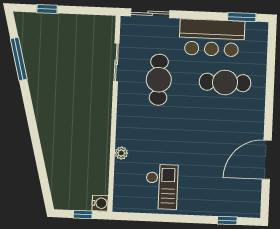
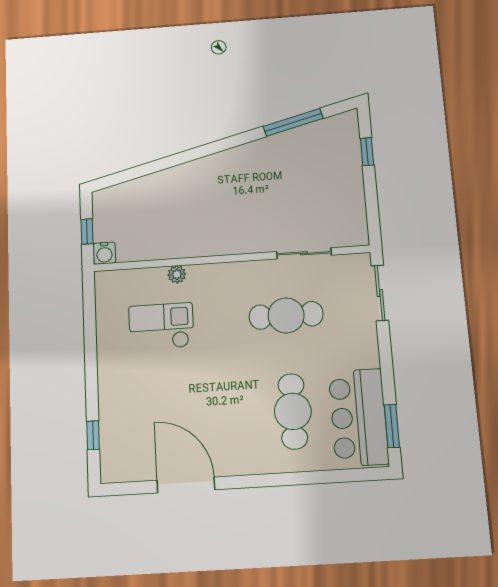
bar counter: (212, 38) -> (358, 417), moved
checkout: (162, 187) -> (161, 326), moved, turned 180

